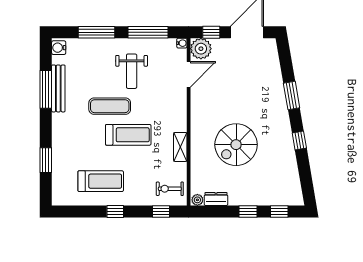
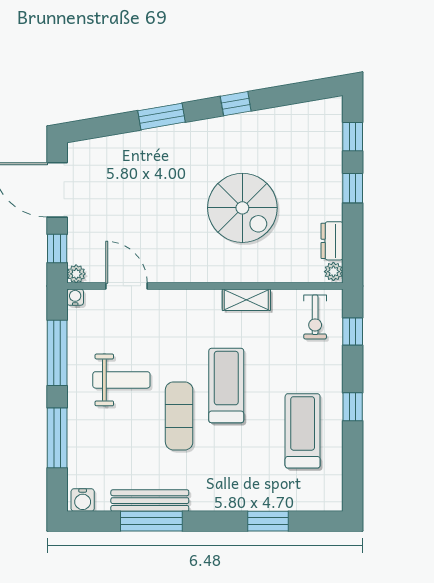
plant: (201, 49) -> (76, 274), width x0.53, depth x0.53

